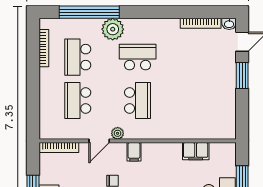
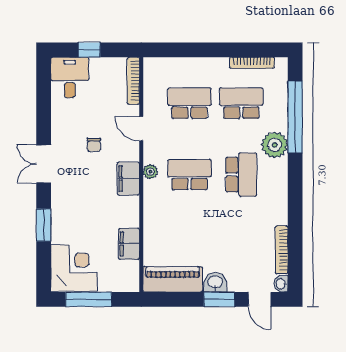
washbasin: (228, 79) -> (215, 282), added
school desk: (138, 100) -> (190, 175), turned 180
piano: (225, 115) -> (173, 279), added
plant: (118, 133) -> (150, 172), moved
filing cabinet: (134, 152) -> (128, 179), width x2.00

